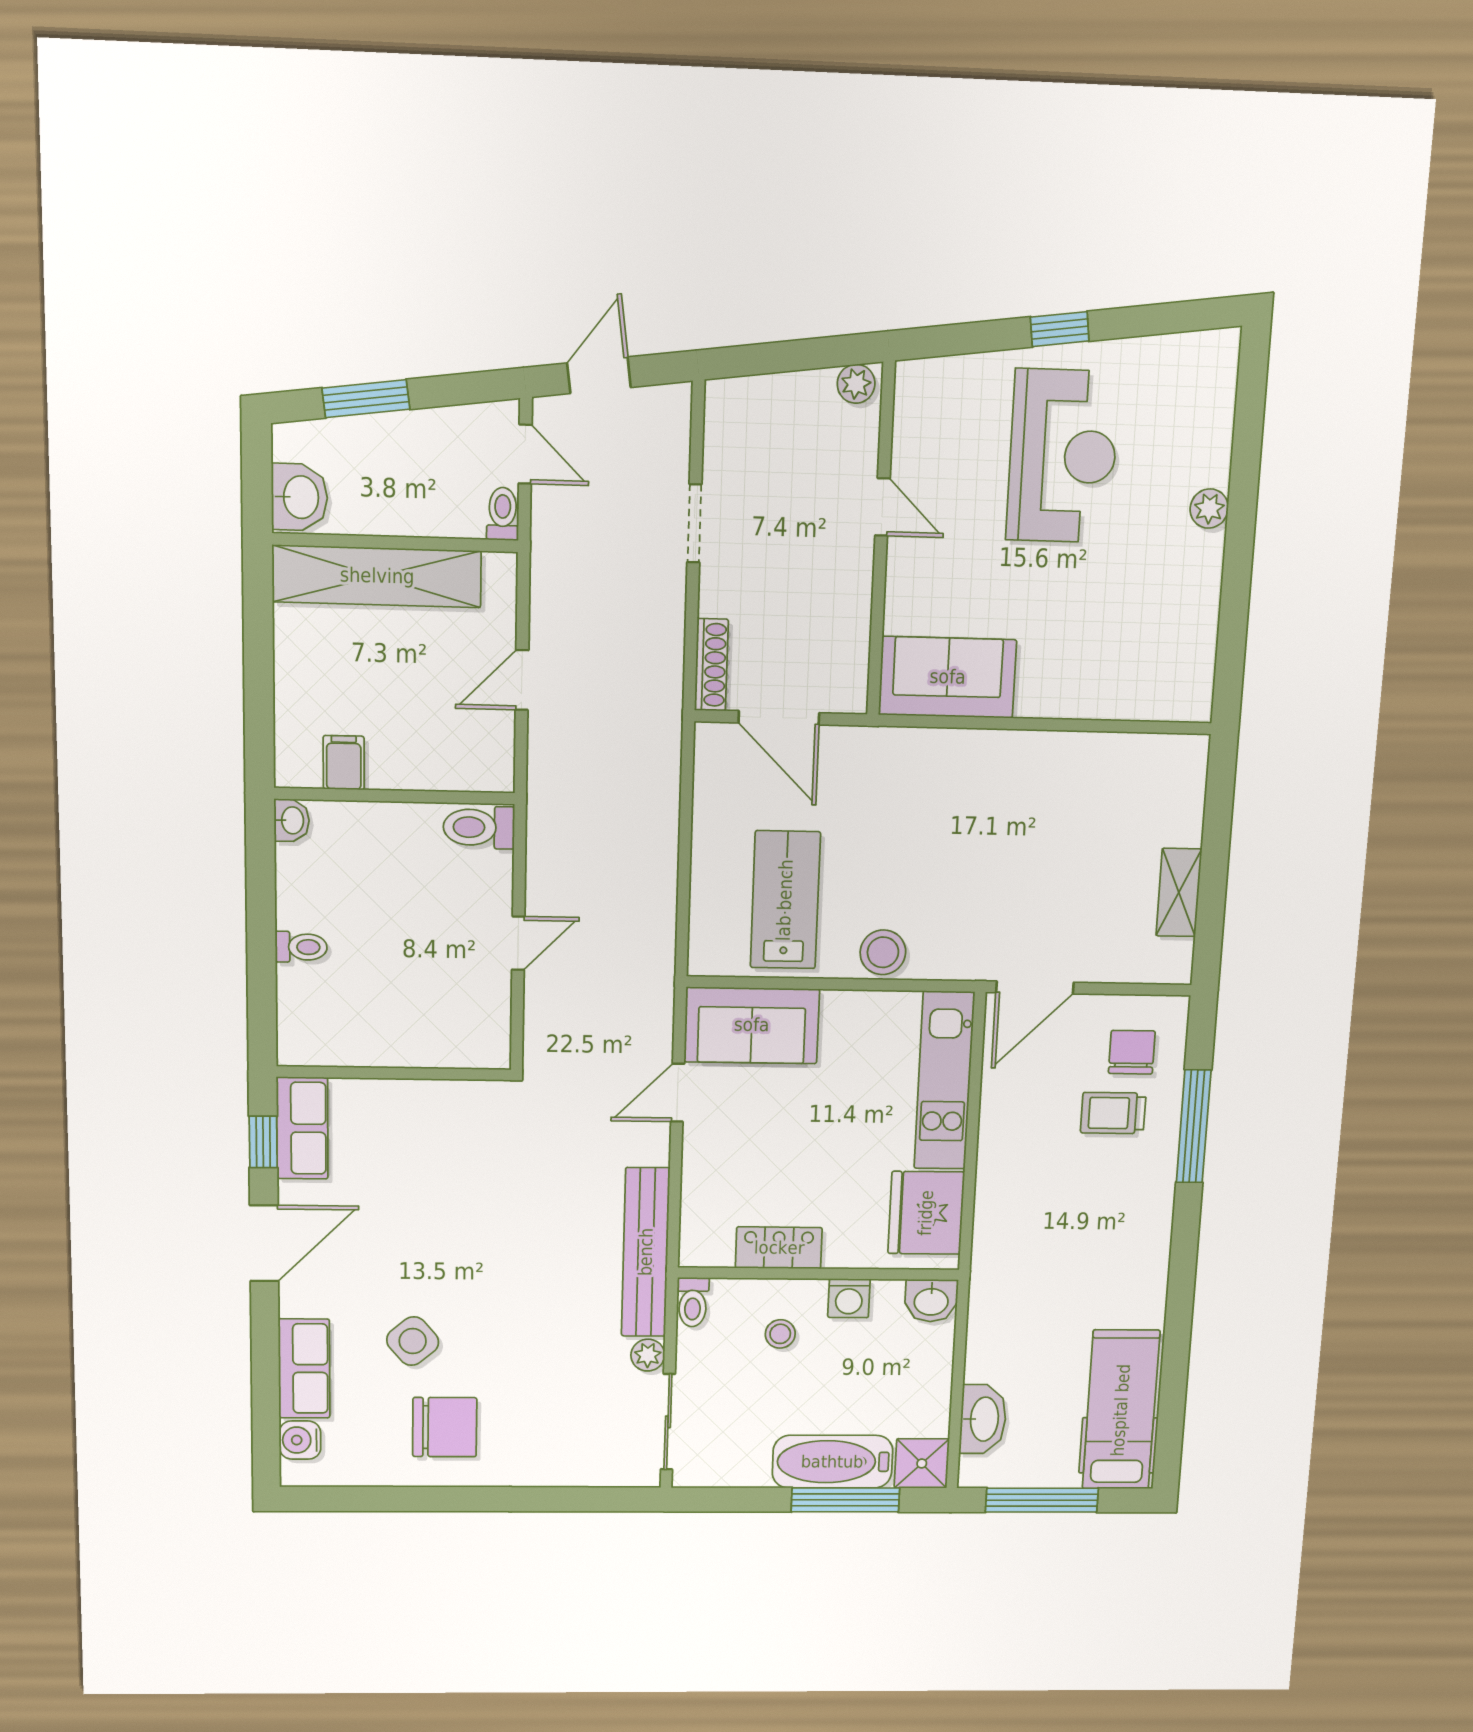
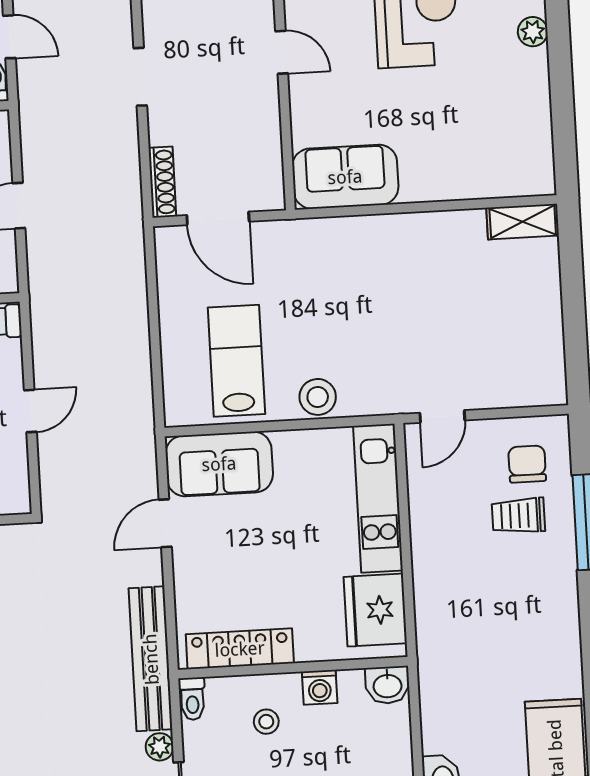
shelving: (1179, 892) -> (523, 222), moved, turned 90
door: (1035, 987) -> (442, 417), width x0.73
locker: (779, 1248) -> (240, 649), width x1.53

